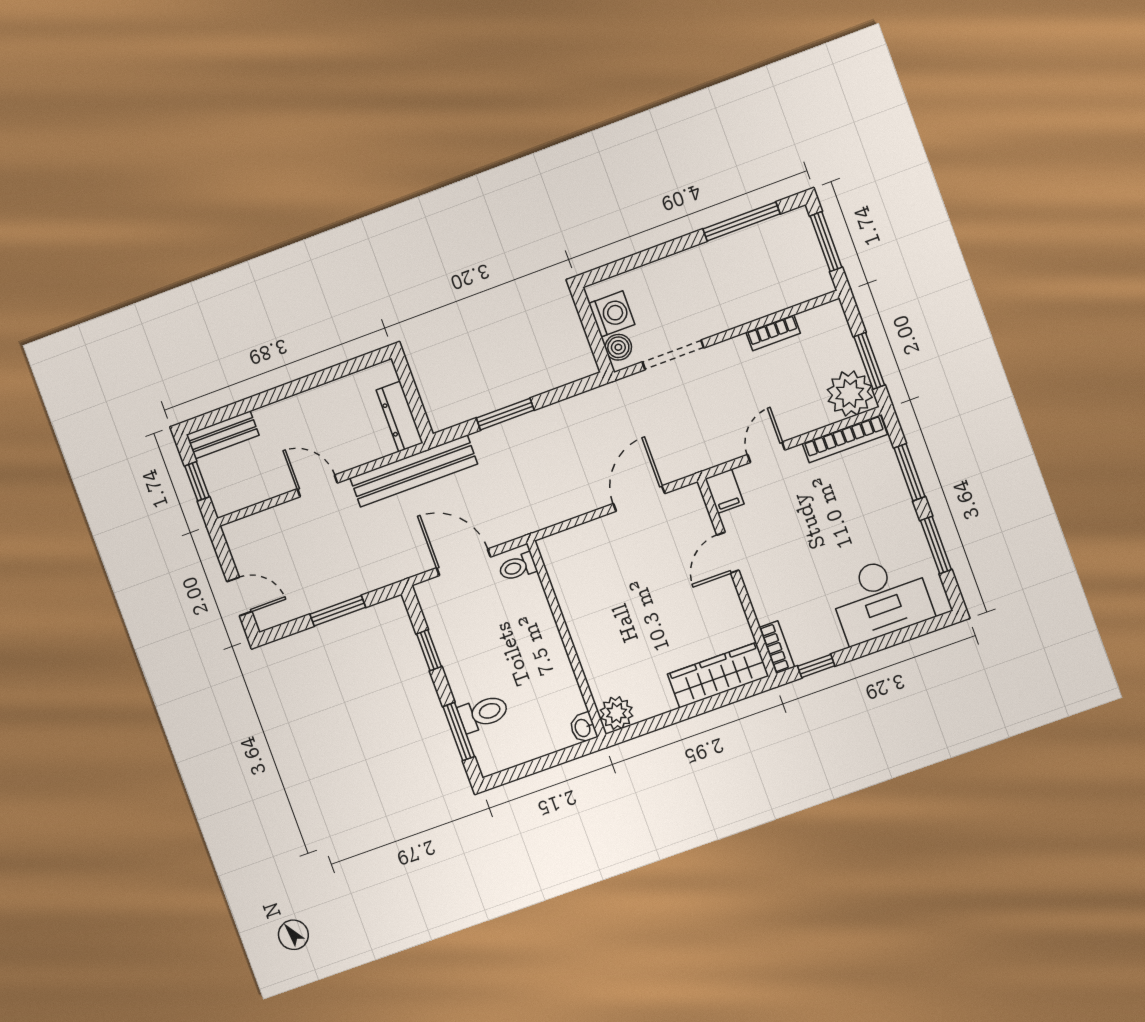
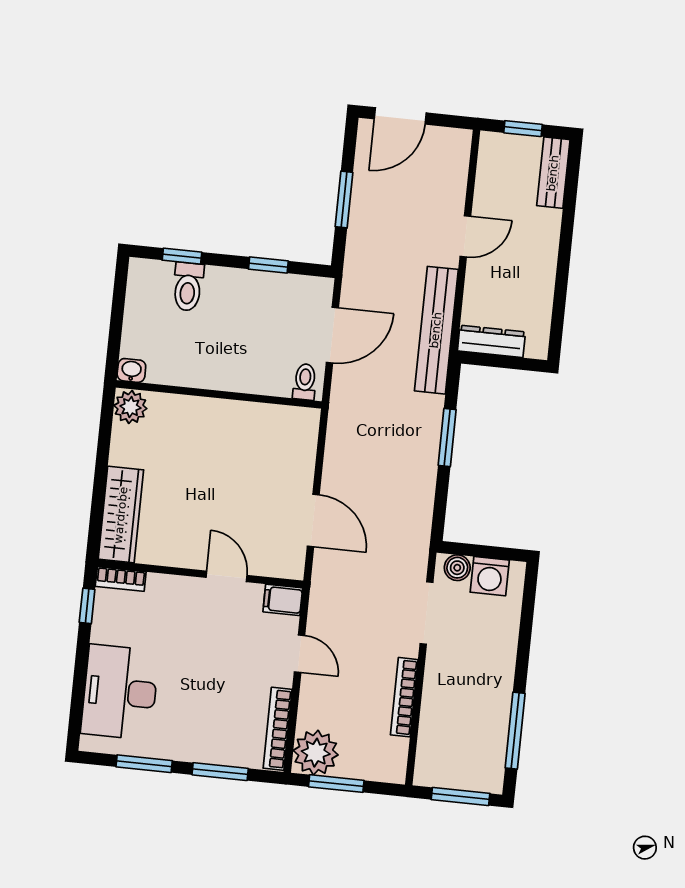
bookcase: (773, 333) -> (404, 697), width x1.56
door: (239, 596) -> (400, 116), width x1.38
window: (459, 732) -> (182, 256), width x0.67

